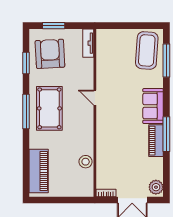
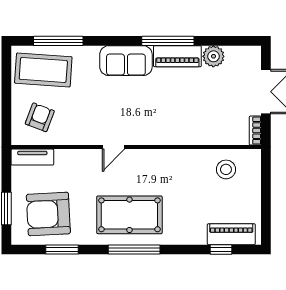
armchair: (115, 48) -> (40, 117), added
stool: (86, 162) -> (226, 169), moved
window: (26, 170) -> (221, 250), added
piano: (39, 171) -> (231, 234), width x0.73, depth x0.75
plant: (156, 187) -> (213, 56), moved

